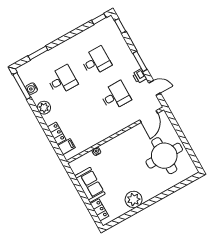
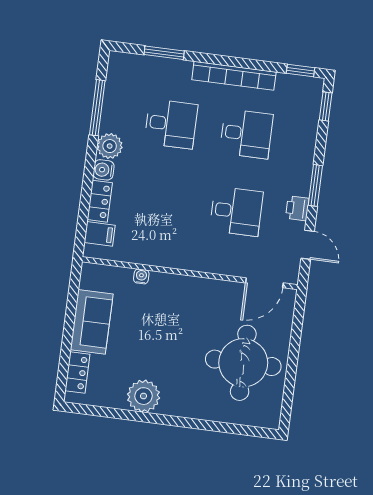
bookcase: (73, 41) -> (234, 76), added
window: (22, 86) -> (97, 108), moved
water cooler: (32, 89) -> (104, 170), moved

